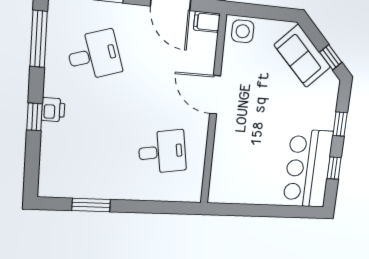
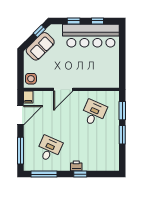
desk: (94, 55) -> (49, 149), turned 42
desk: (162, 152) -> (94, 113), turned 33
bar counter: (308, 169) -> (91, 36), width x1.36
window: (91, 205) -> (122, 135), moved
window: (162, 207) -> (122, 111), added

